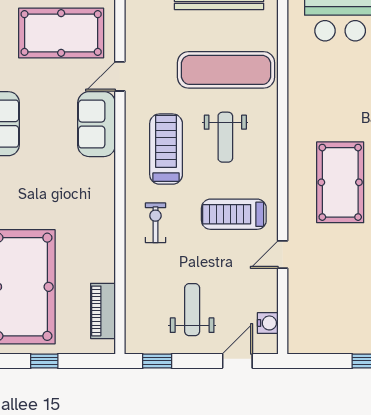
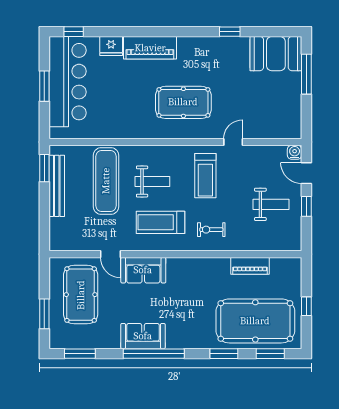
door: (283, 255) -> (233, 142), swing flipped
weight bench: (192, 310) -> (271, 204), turned 180
piano: (103, 311) -> (250, 266), moved
water cooler: (268, 323) -> (295, 152), moved
window: (157, 361) -> (306, 206), moved

